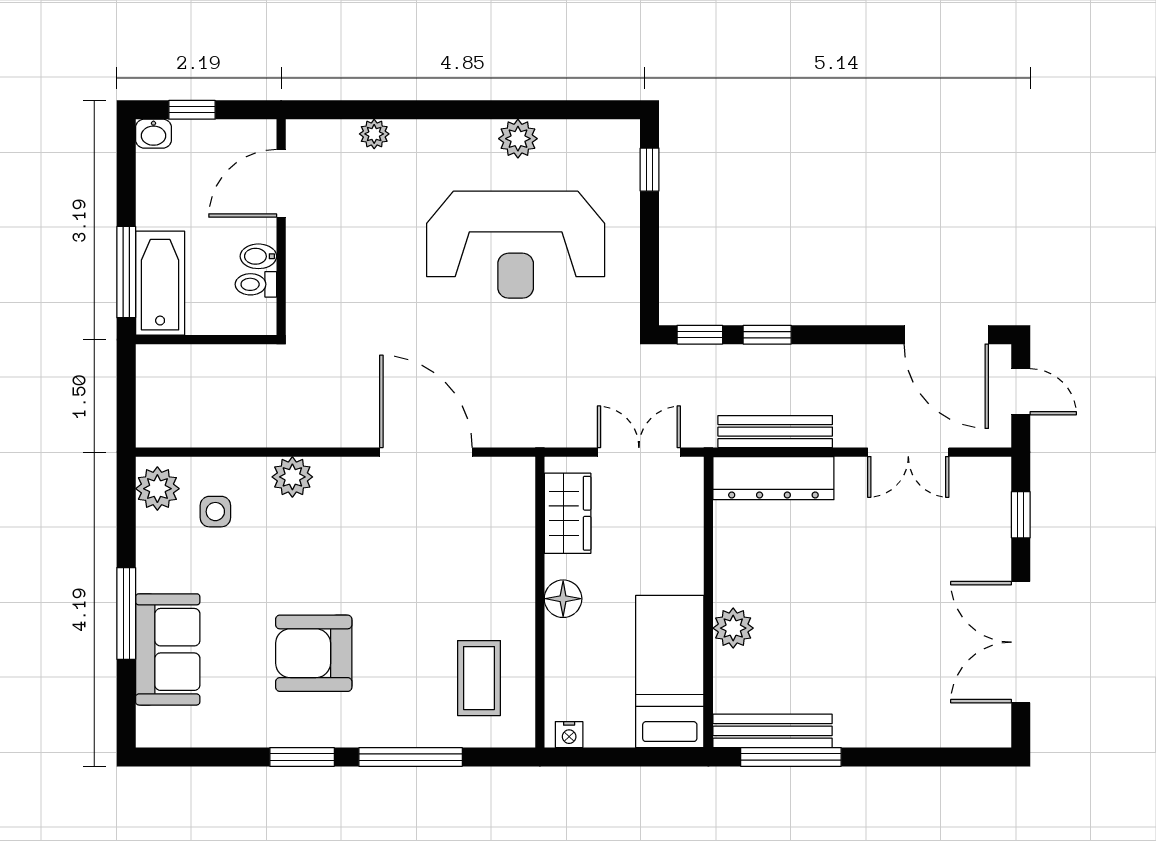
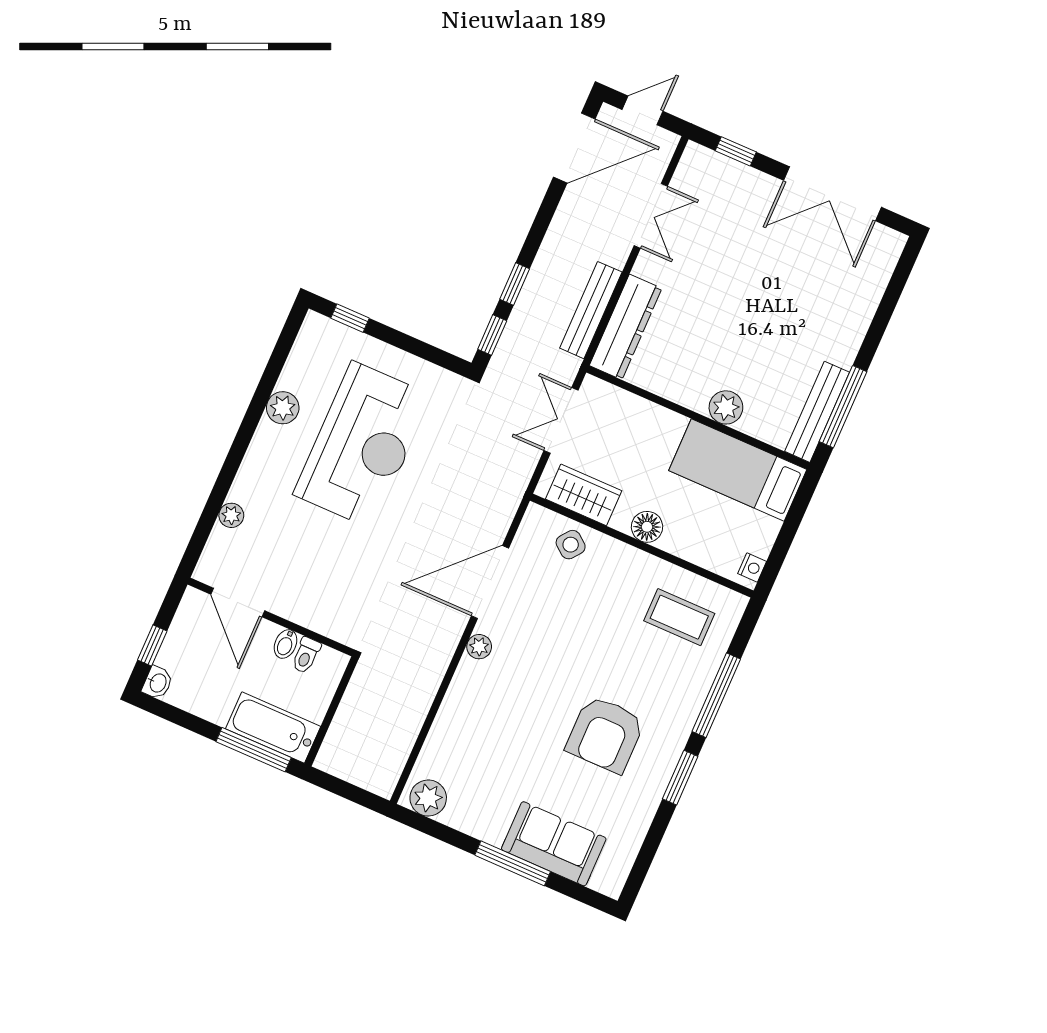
plant: (292, 477) -> (479, 647), moved, width x0.73, depth x0.73
side table: (215, 512) -> (571, 545), moved, turned 38

